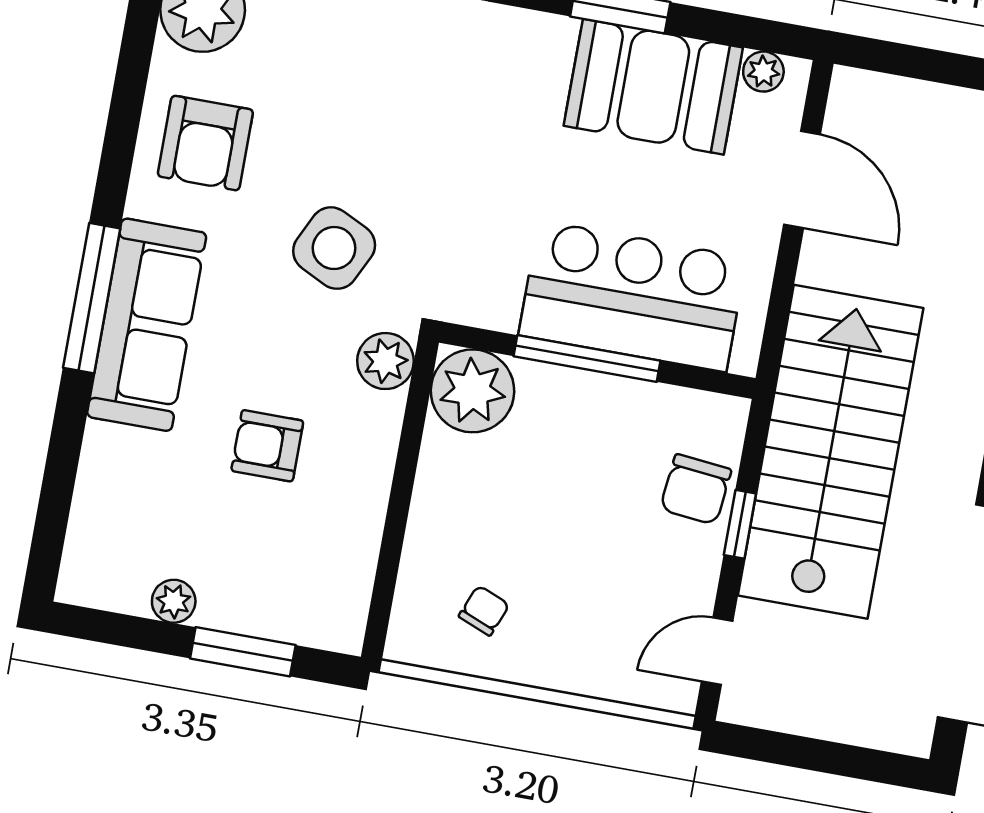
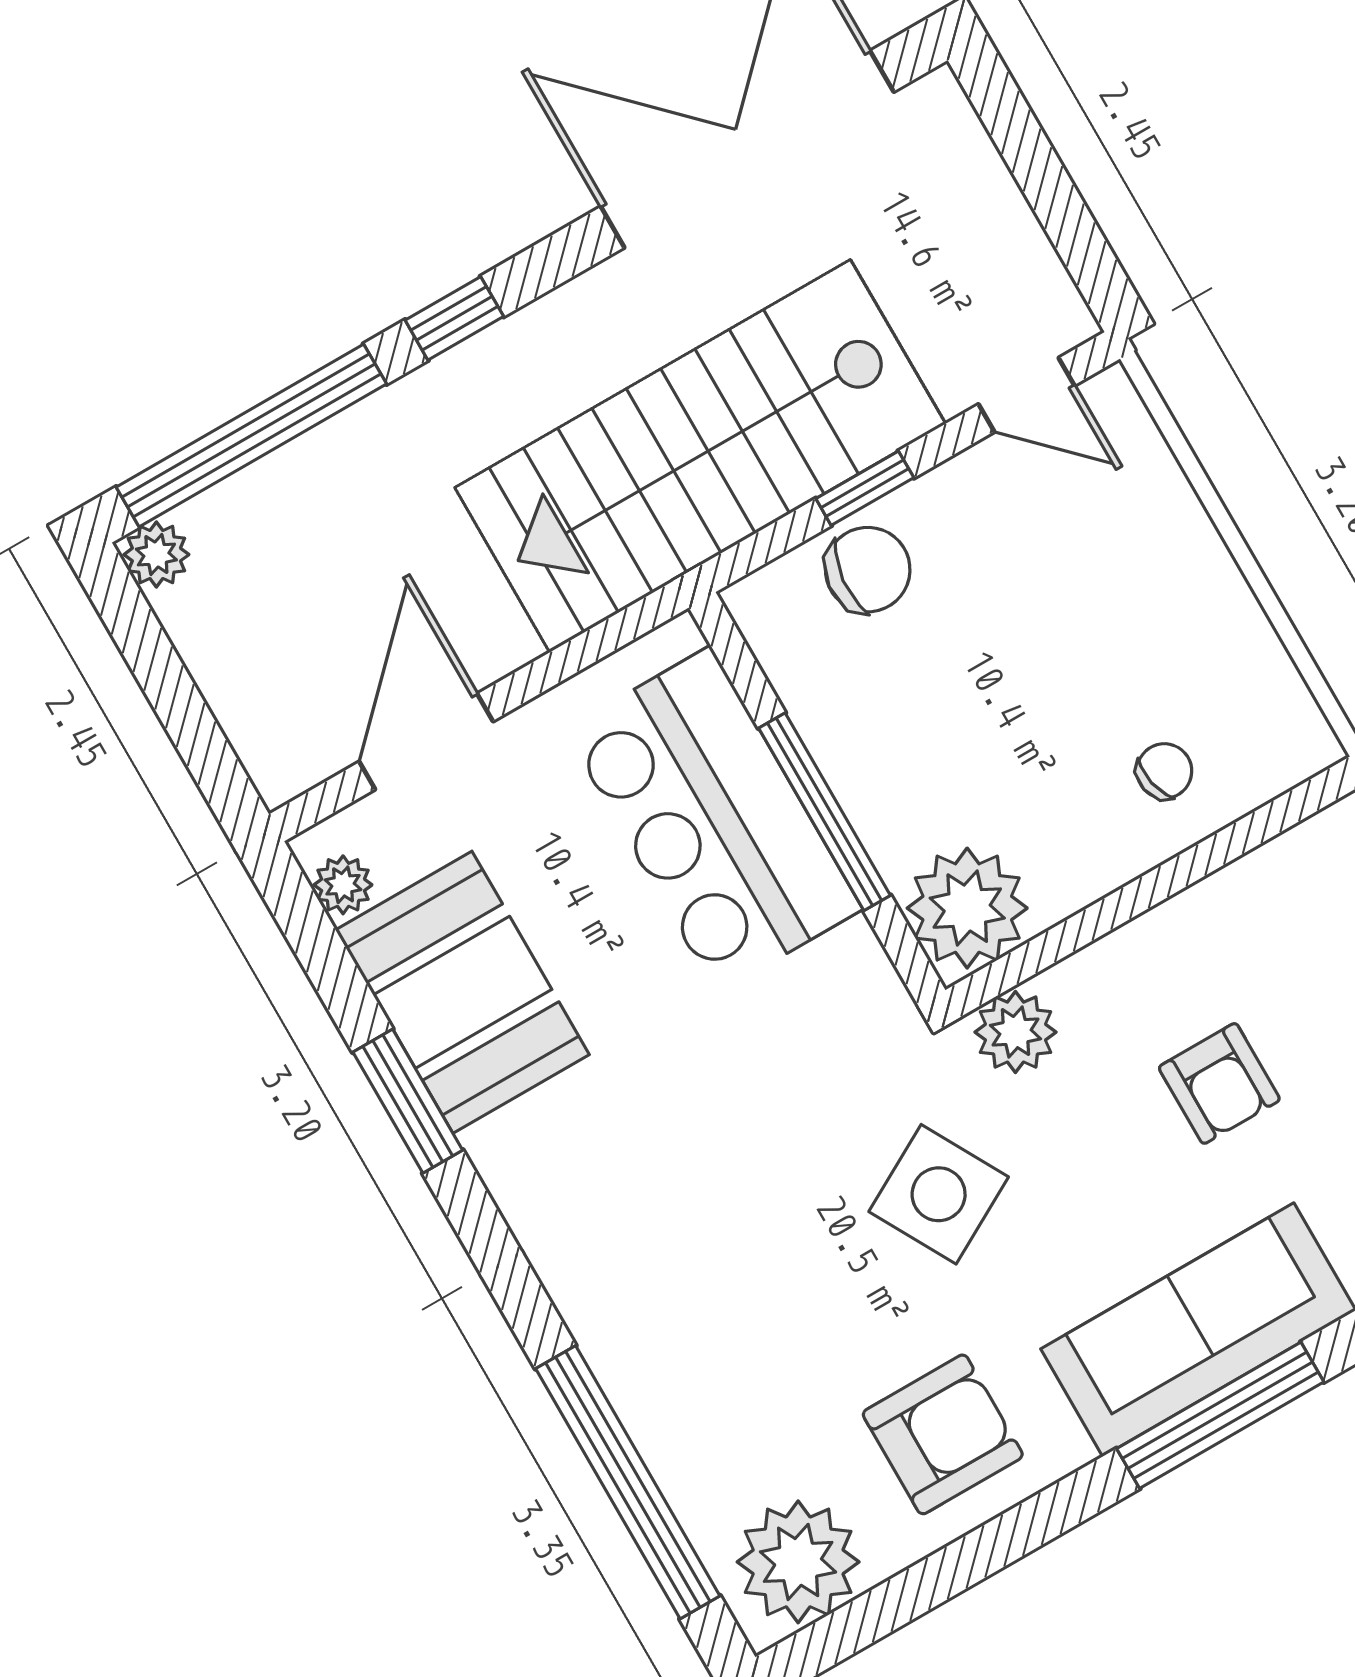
side table: (334, 248) -> (939, 1194), turned 35
chair: (484, 611) -> (1164, 771), moved, turned 146

